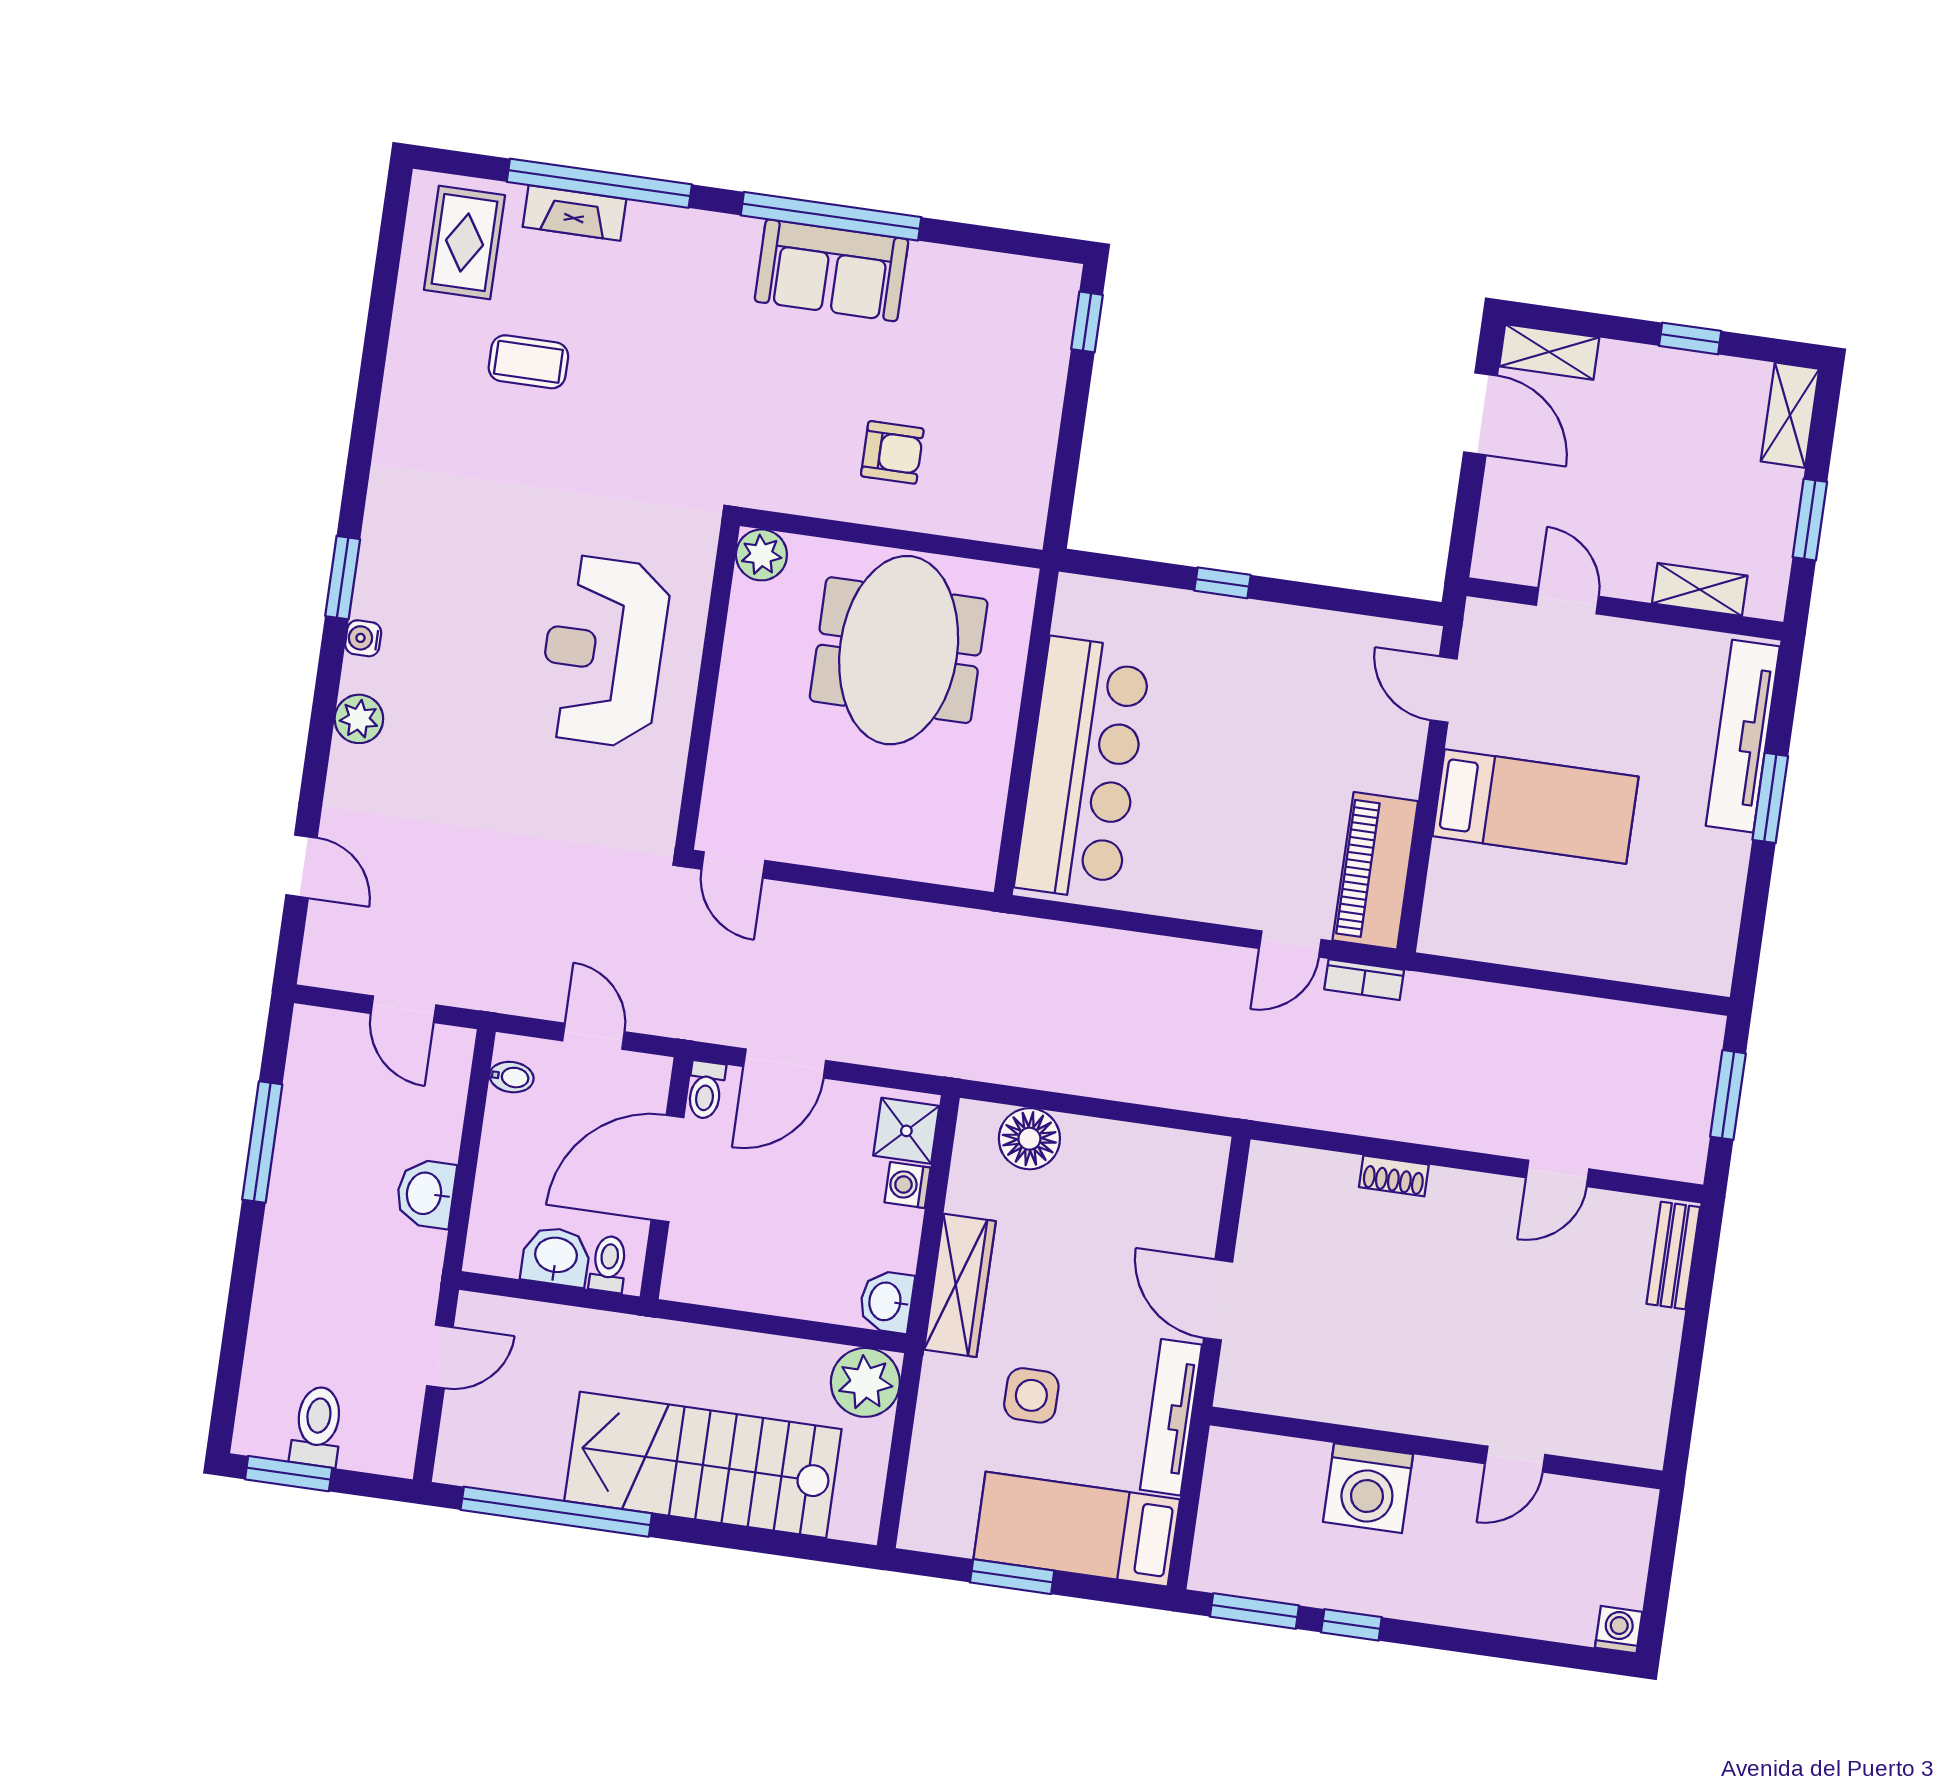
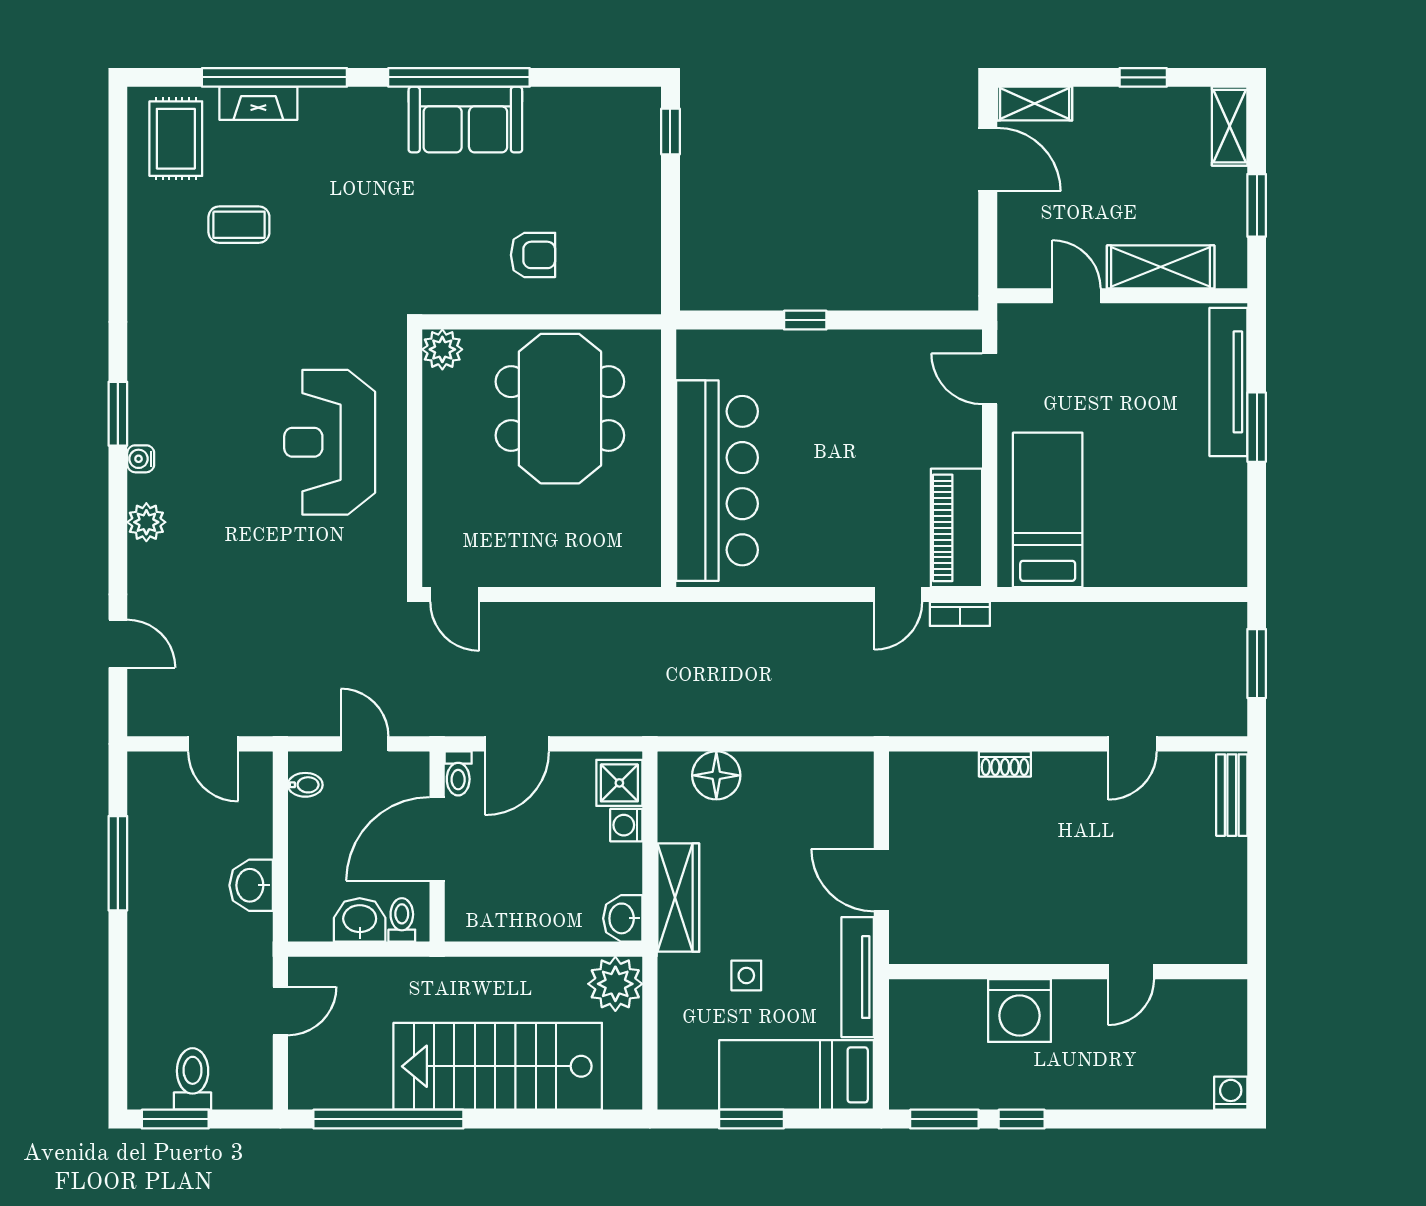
shelving: (1700, 589) -> (1161, 267), width x1.50, depth x1.33
bed: (1535, 806) -> (1048, 510), moved, turned -90
side table: (1031, 1395) -> (746, 975), width x0.73, depth x0.73

